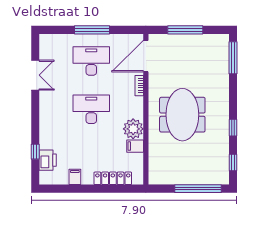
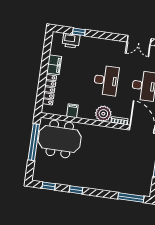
meeting table: (182, 115) -> (60, 139), moved
plant: (133, 129) -> (103, 114), moved
filing cabinet: (75, 177) -> (54, 65), width x2.00
window: (198, 189) -> (34, 142), moved

